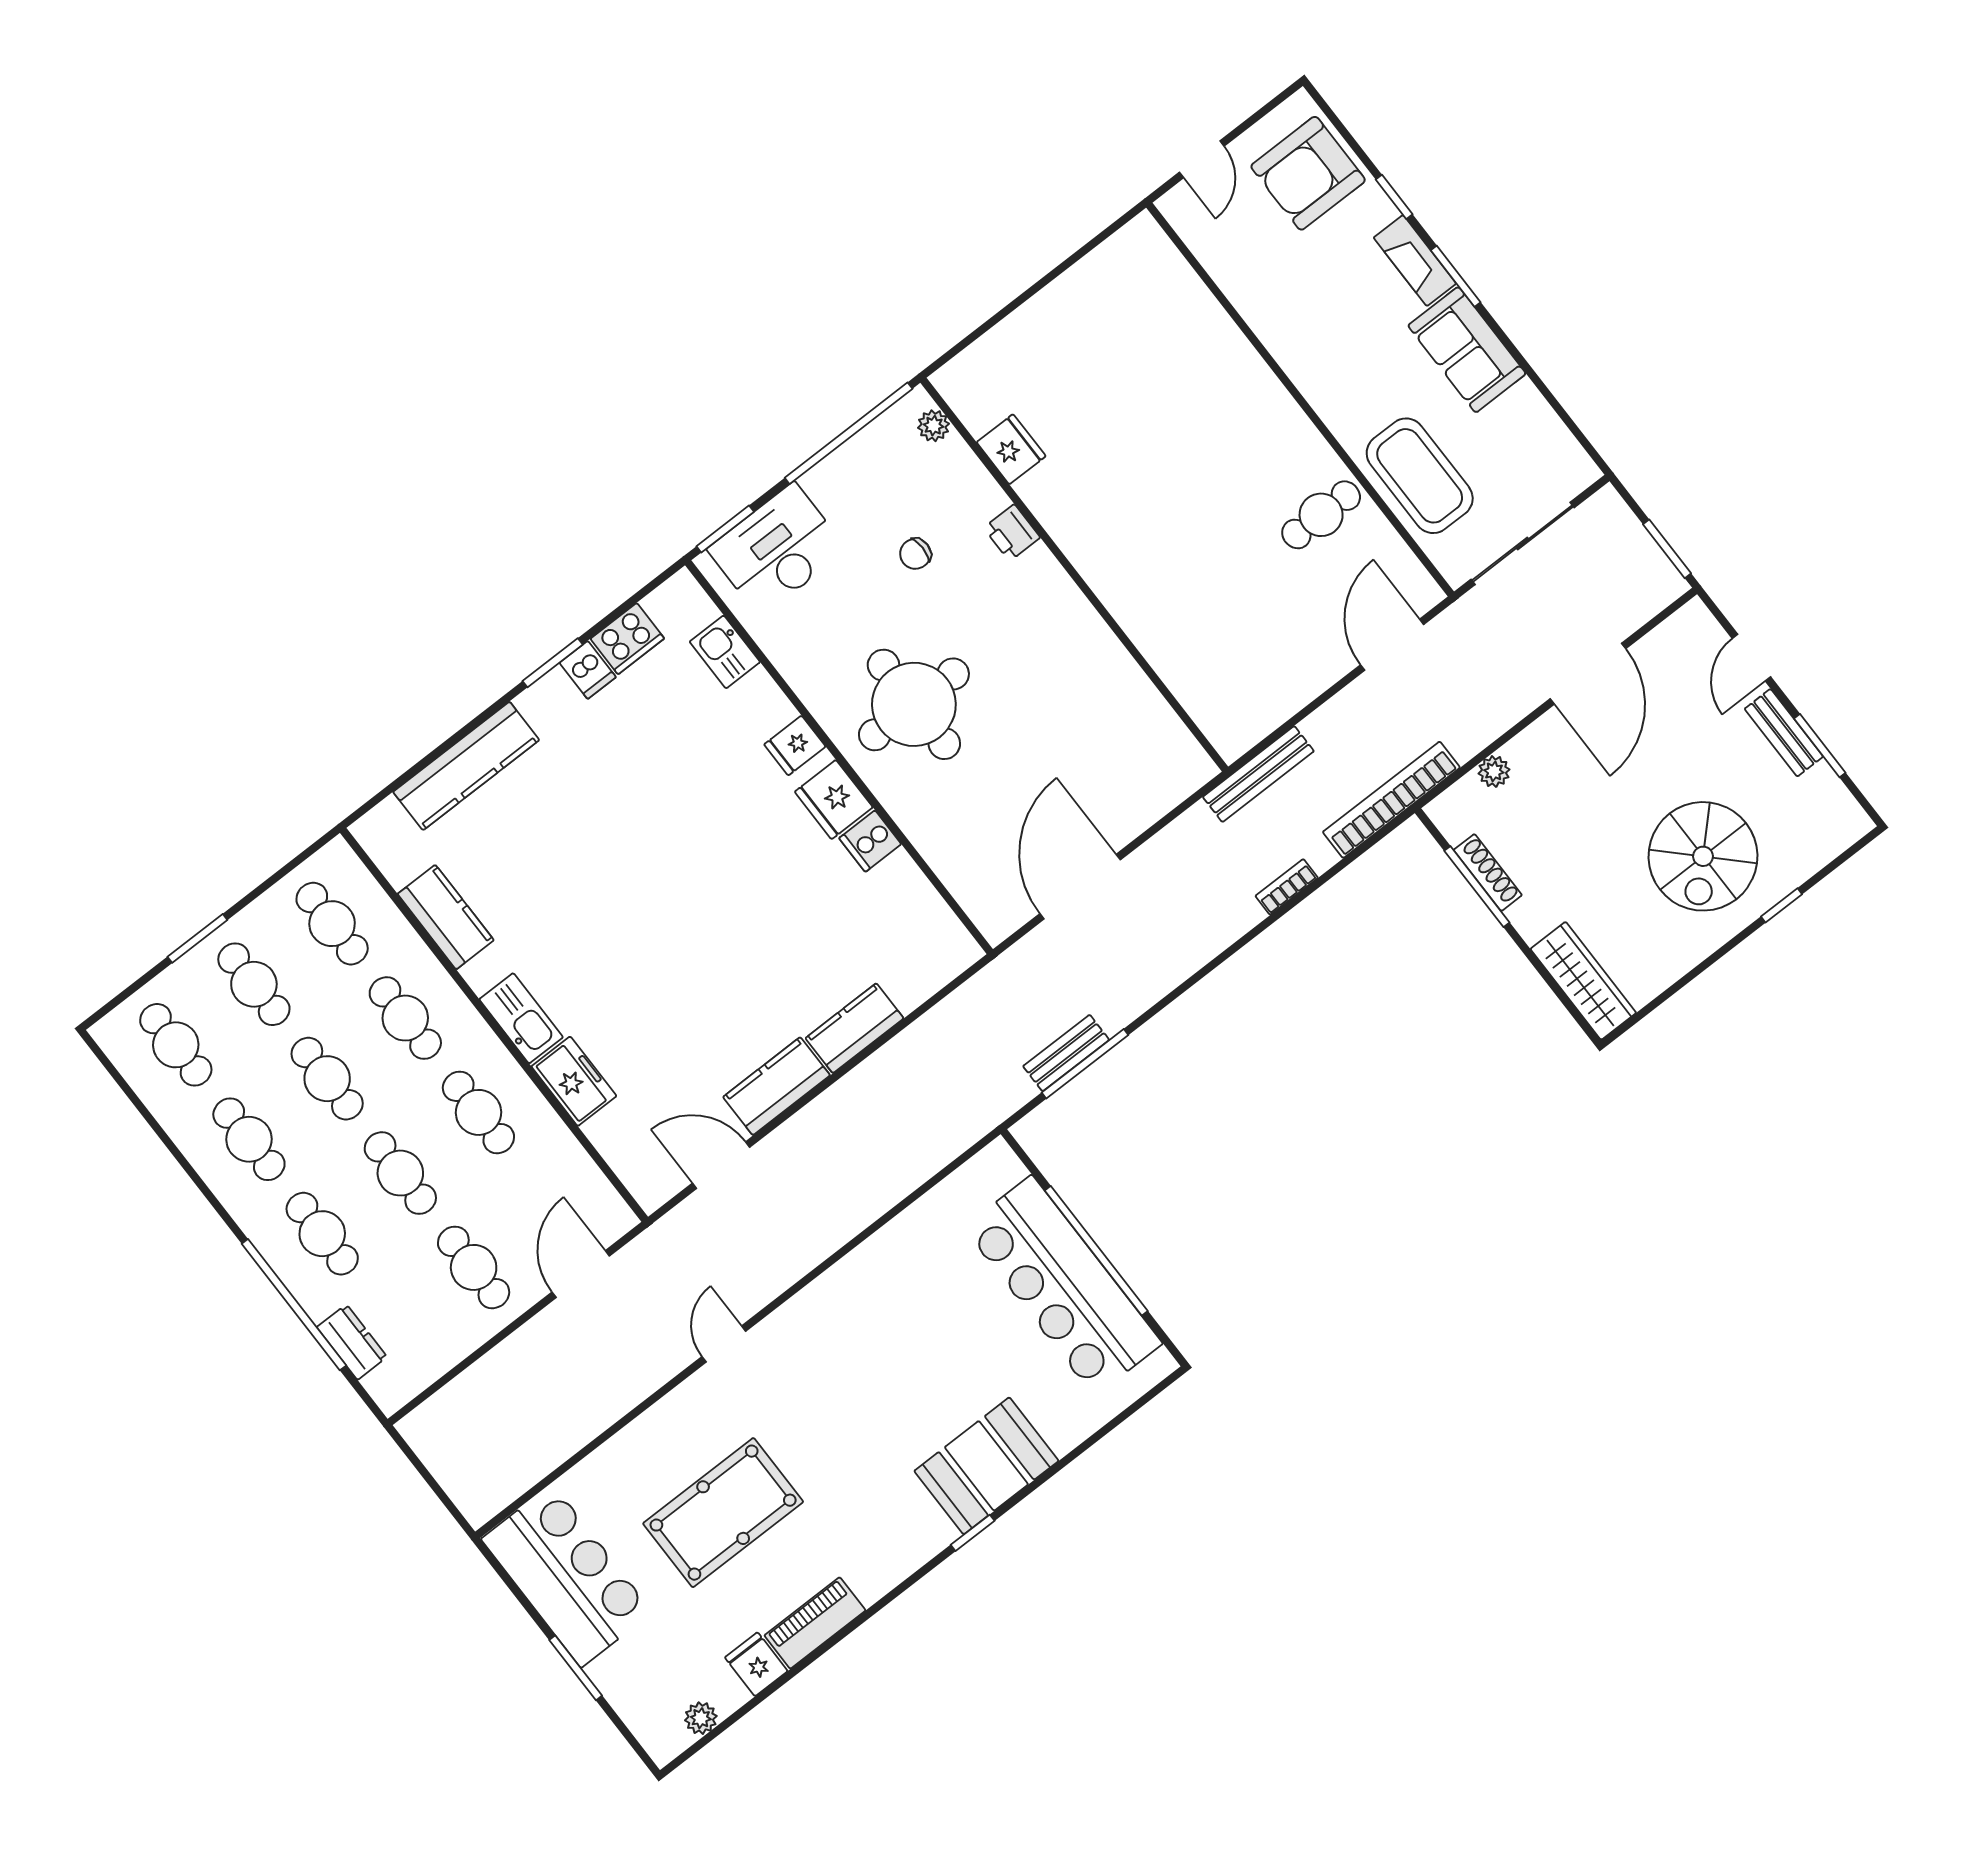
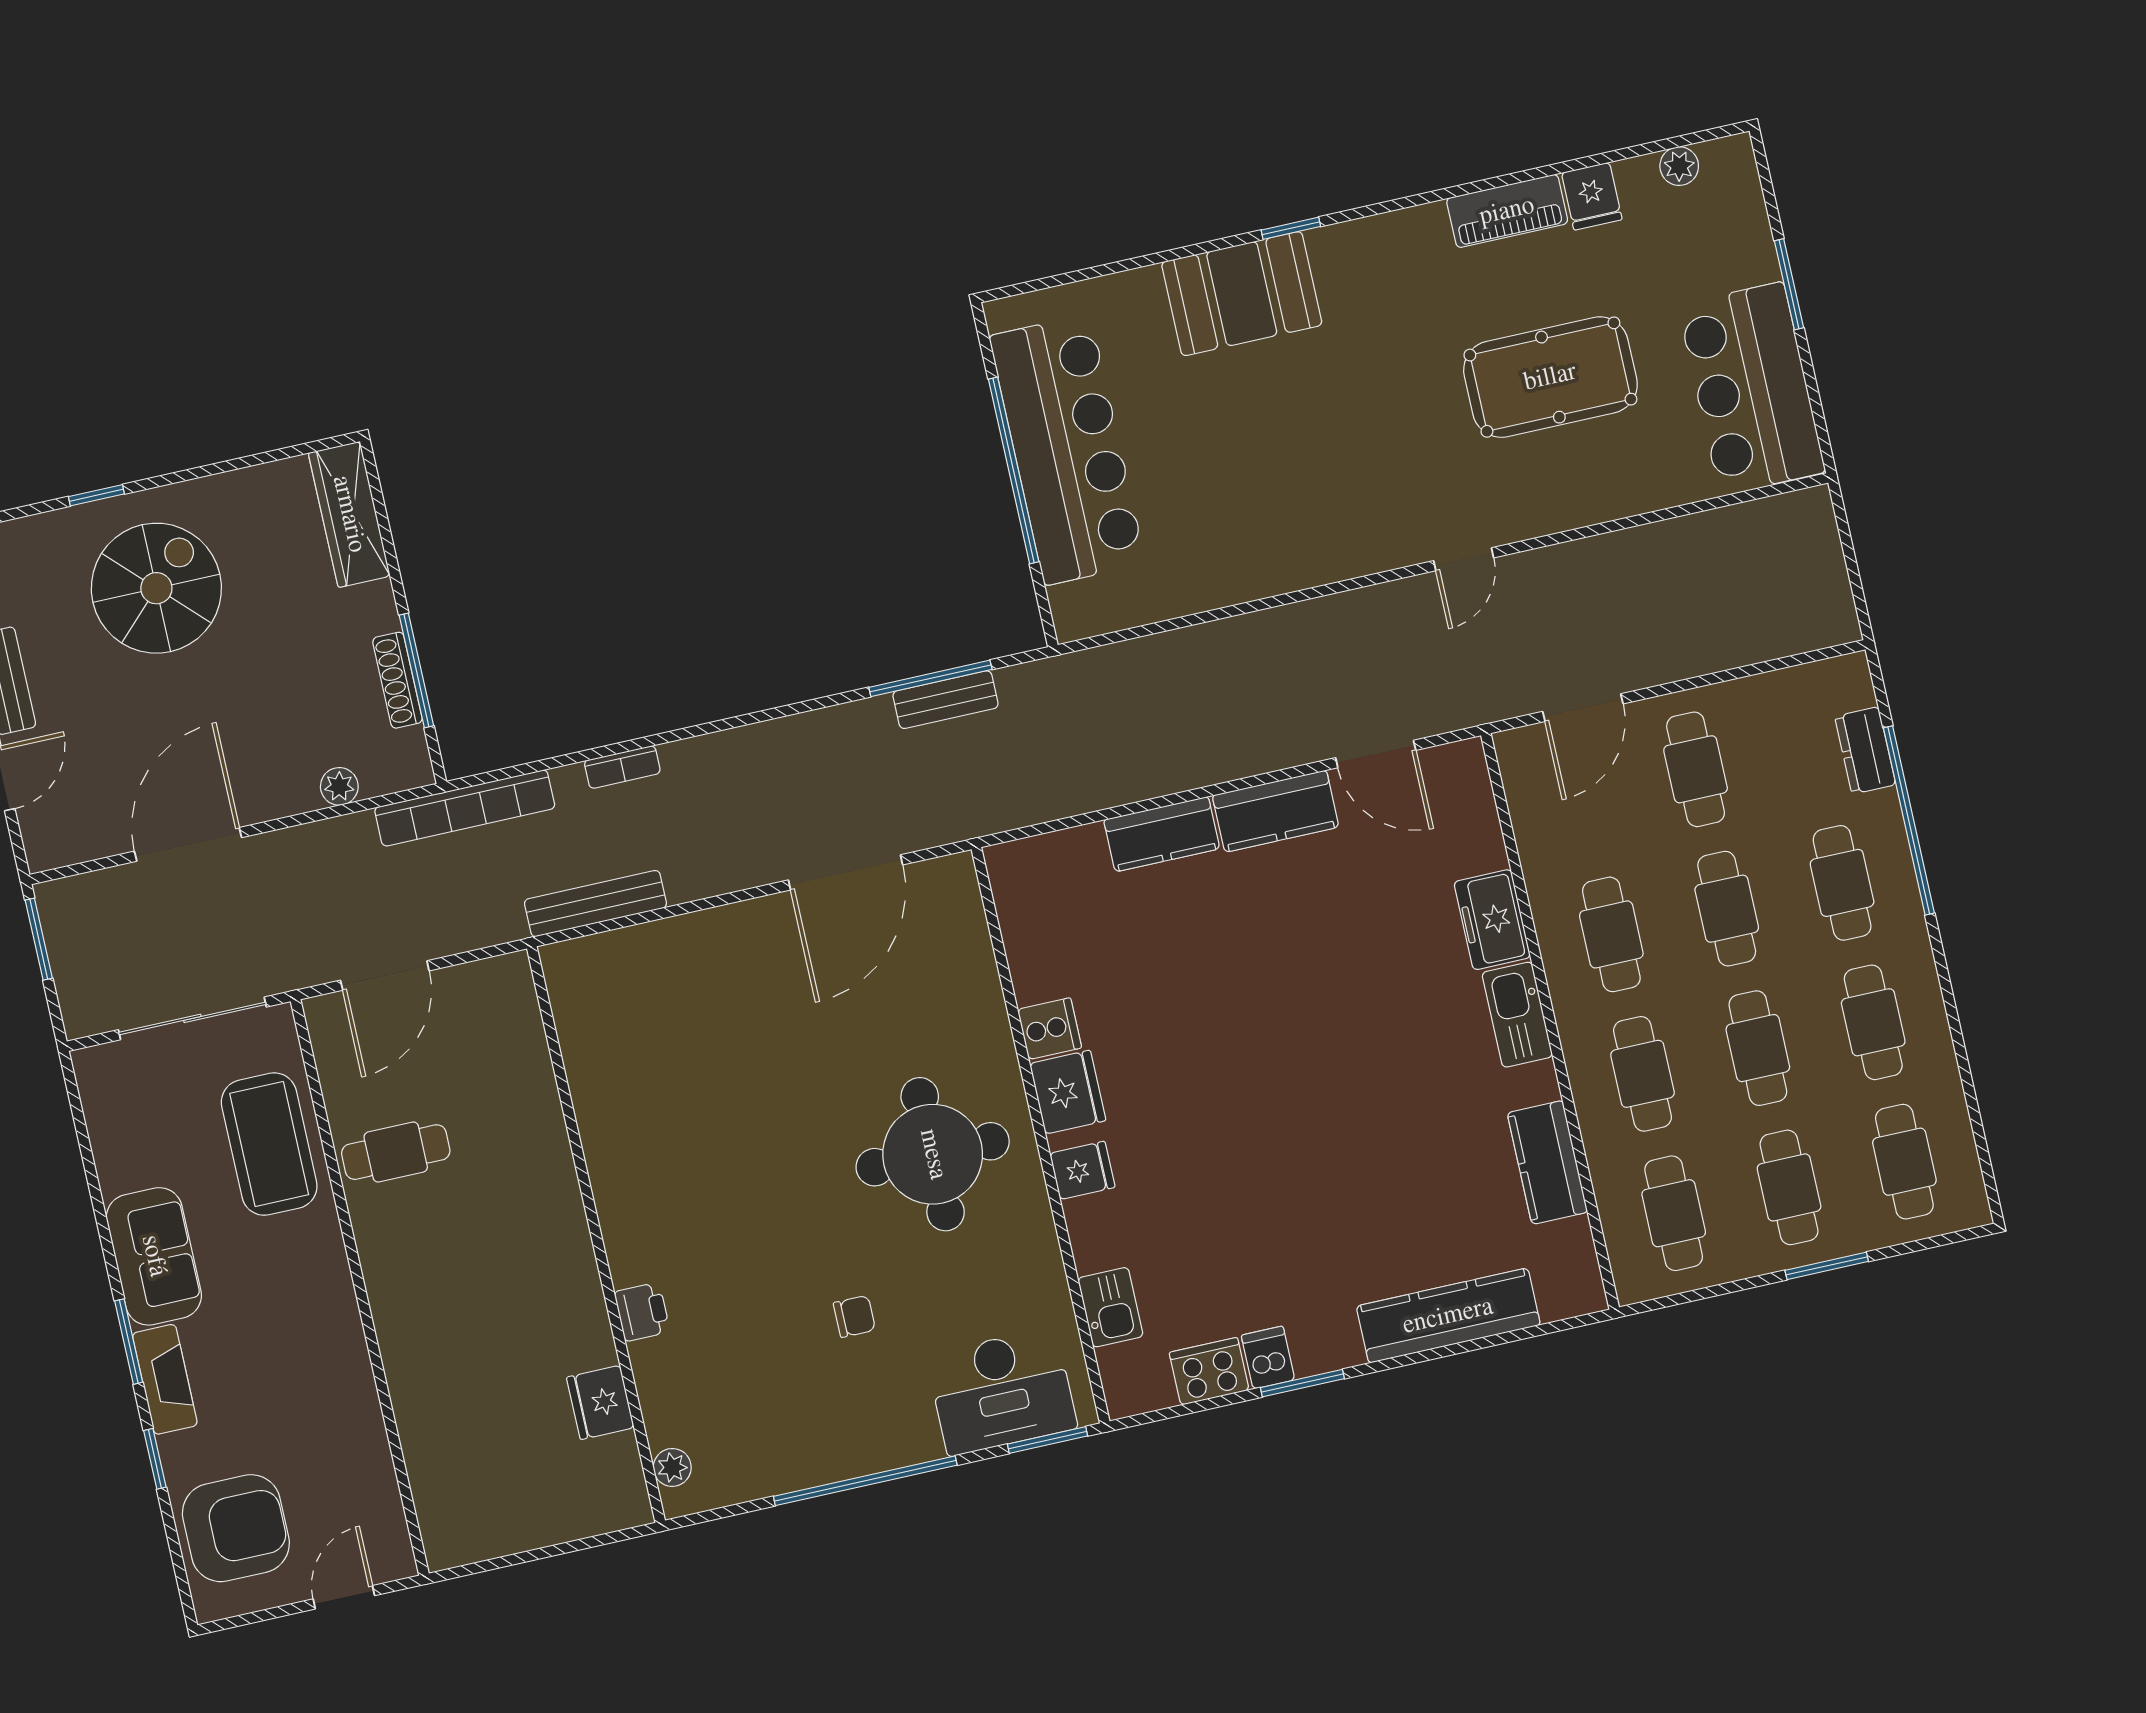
plant: (934, 426) -> (672, 1467), moved
fridge: (1011, 449) -> (600, 1402), moved
printer: (1012, 533) -> (642, 1312), moved
wall: (1074, 575) -> (596, 1235), moved

